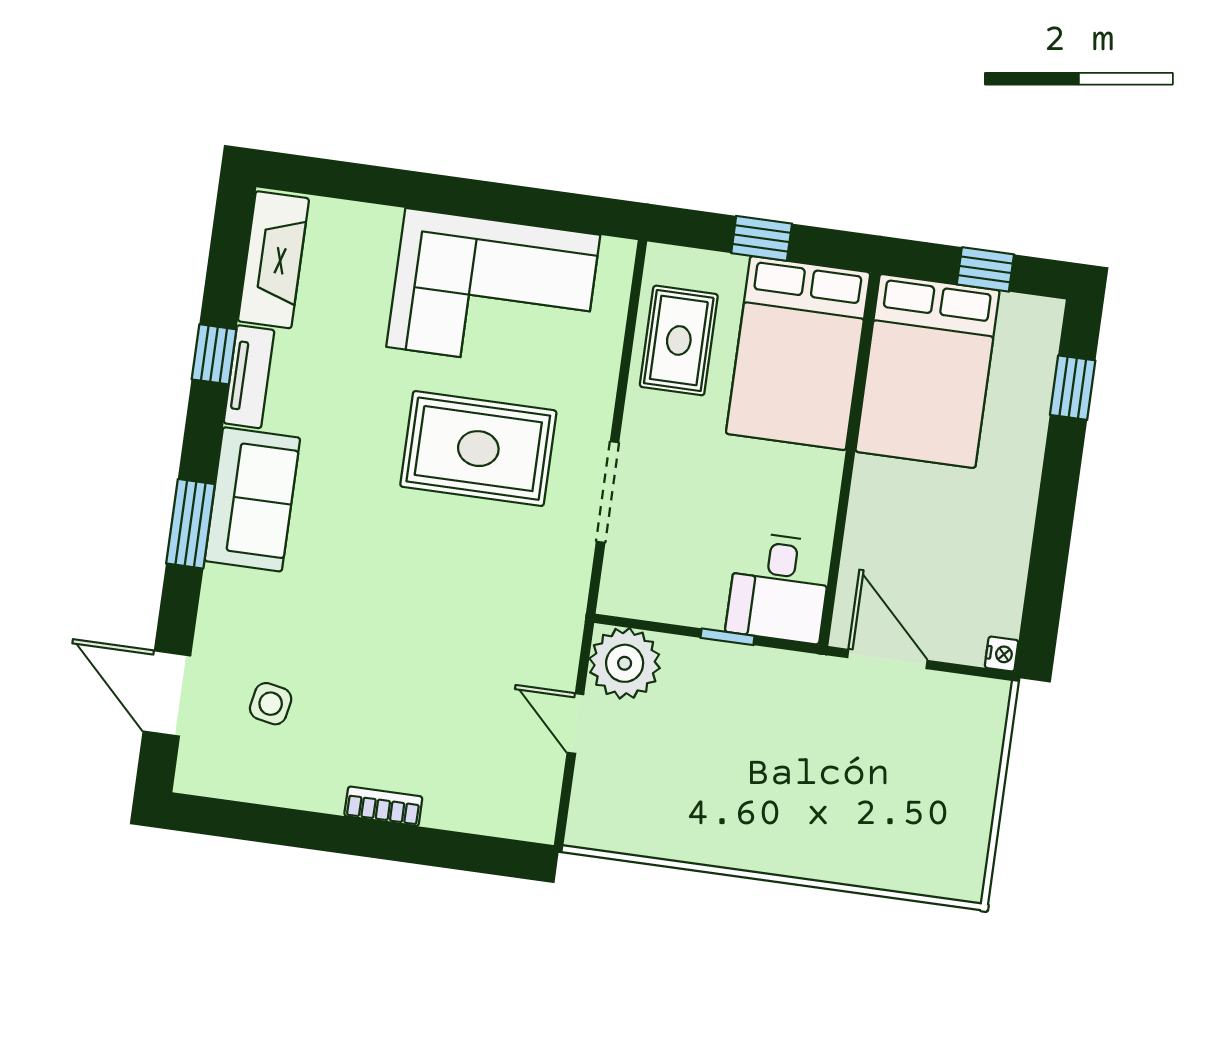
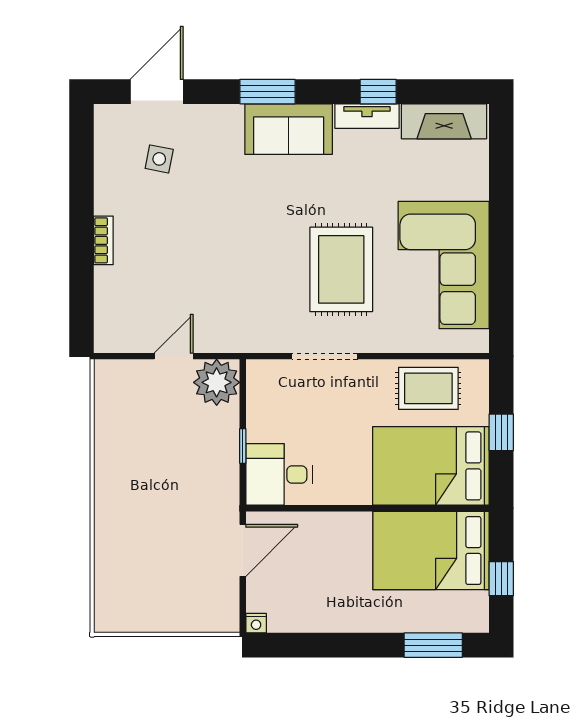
window: (1073, 388) -> (433, 645), width x1.50

